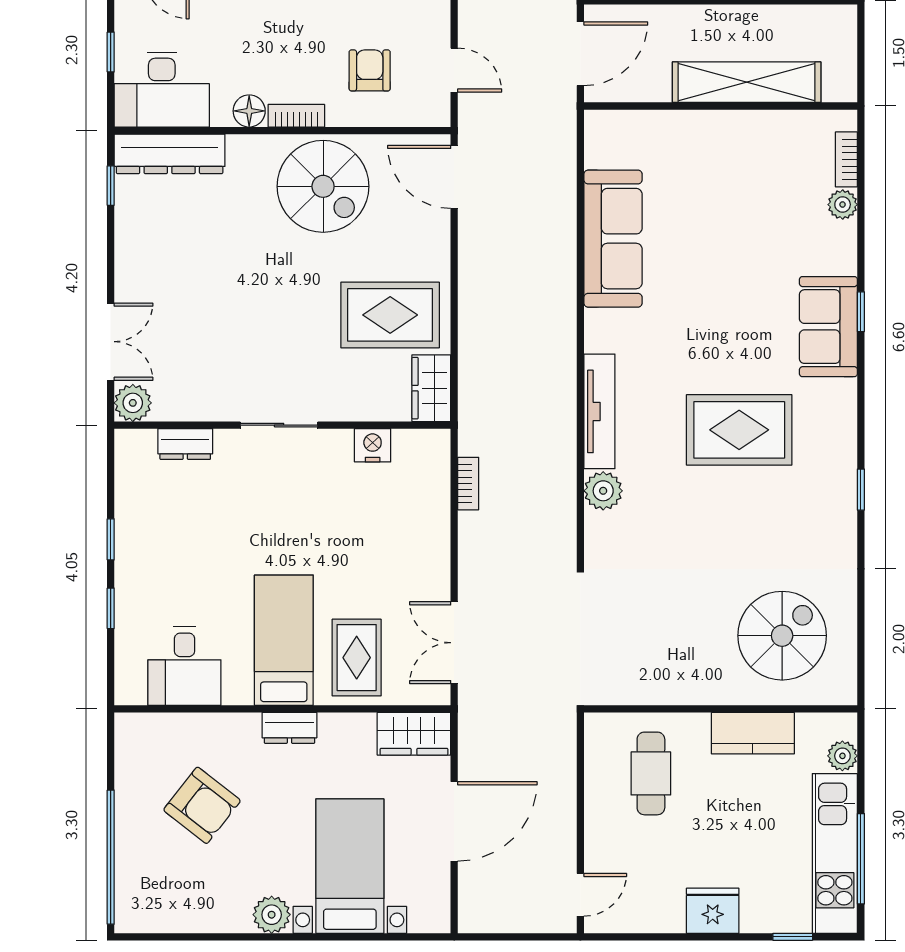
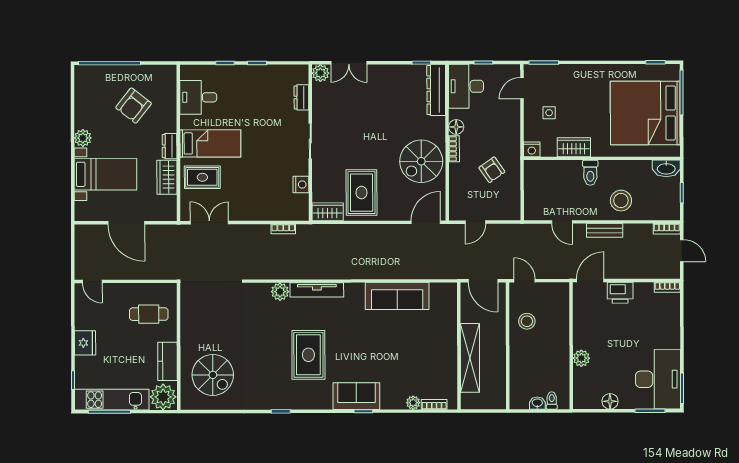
armchair: (370, 70) -> (492, 170), moved, turned 55
wardrobe: (414, 734) -> (167, 177), moved
plant: (842, 756) -> (163, 397), width x1.87, depth x1.87

